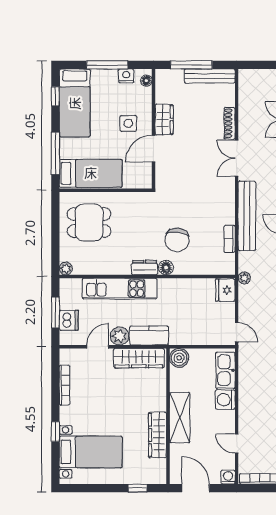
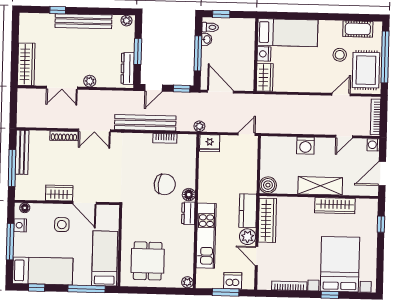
kitchen sink: (225, 370) -> (280, 145), removed
bed with nightstands: (91, 452) -> (340, 264), width x1.36

